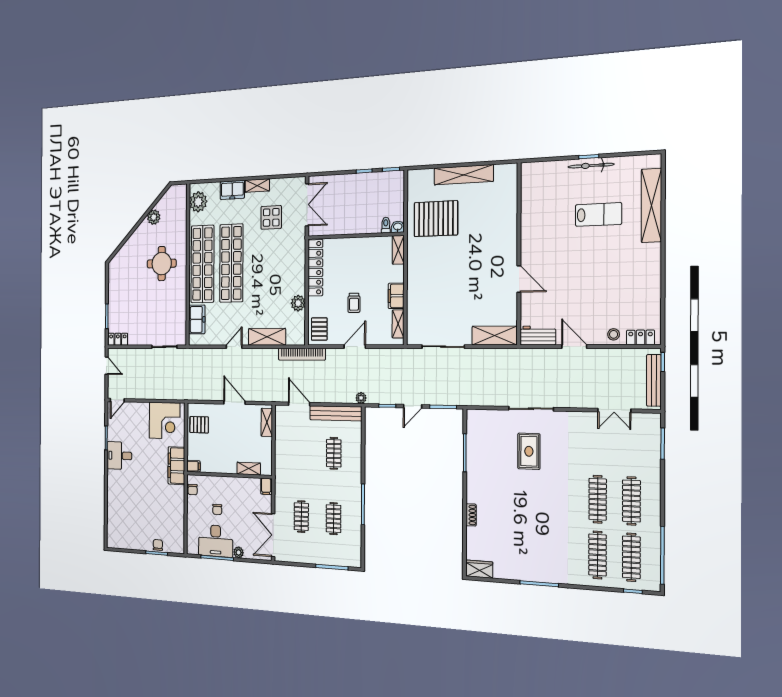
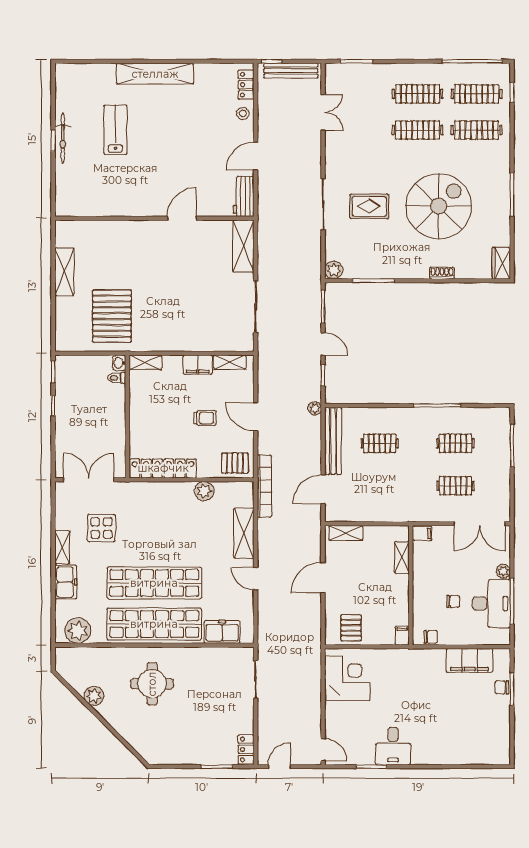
shelving: (464, 175) -> (64, 272), width x0.68
shelving: (651, 205) -> (155, 74), moved
plant: (474, 417) -> (334, 270), added
filing cabinet: (176, 466) -> (470, 661), moved
spiral stairs: (529, 515) -> (439, 206), added

